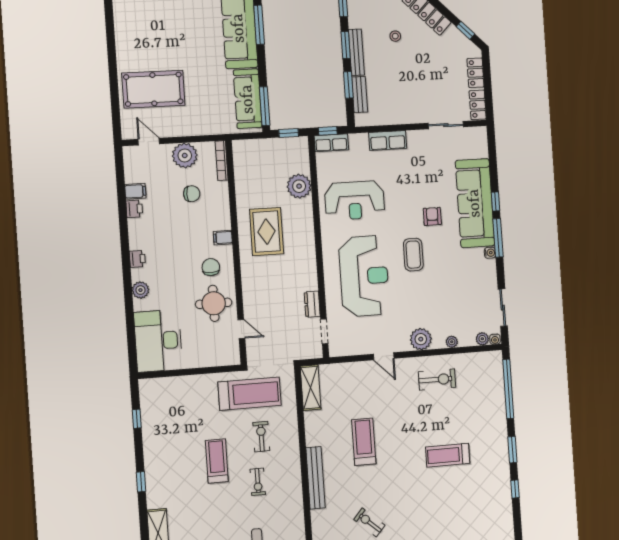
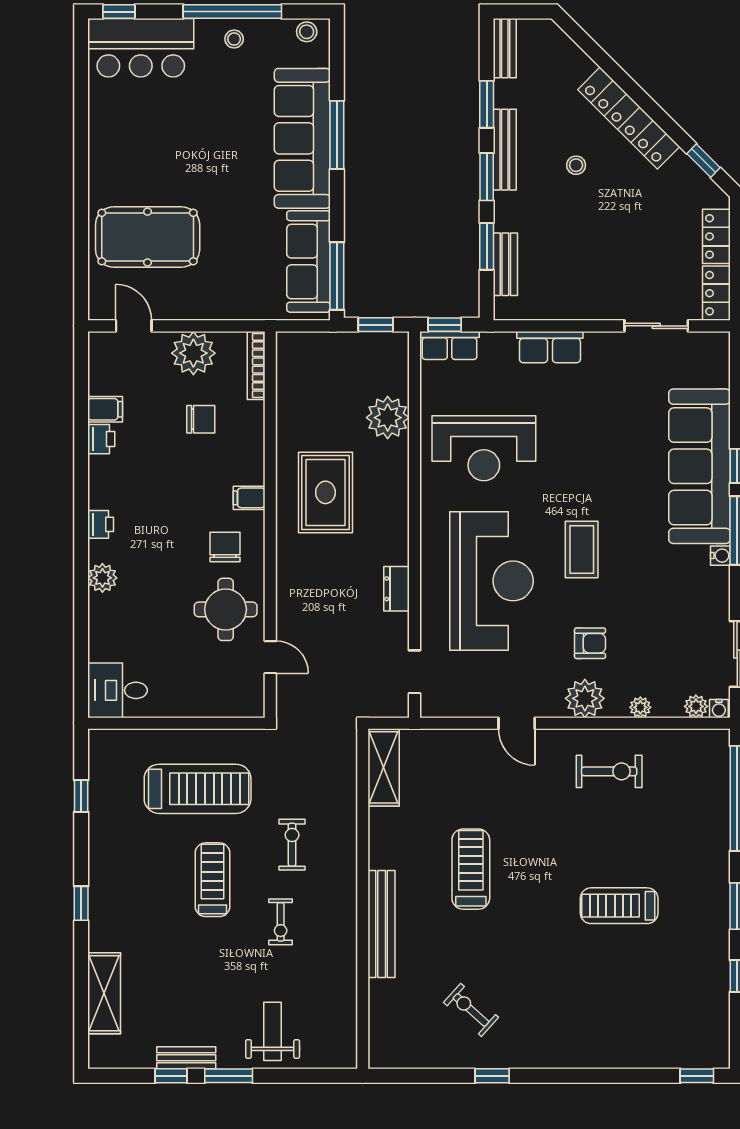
bench: (356, 52) -> (505, 150), moved
armchair: (432, 216) -> (590, 643), moved, turned 90
dresser: (312, 304) -> (397, 589), moved
desk: (158, 341) -> (118, 690), width x0.53, depth x0.77
treadmill: (250, 394) -> (198, 789), moved

